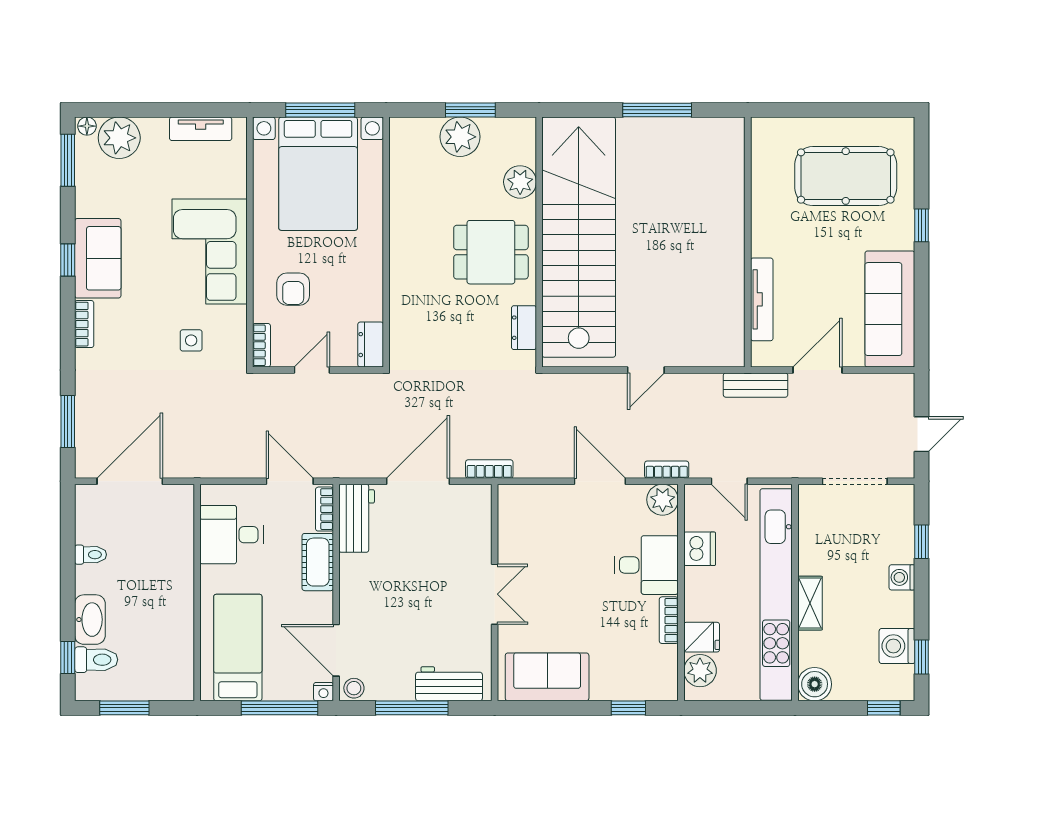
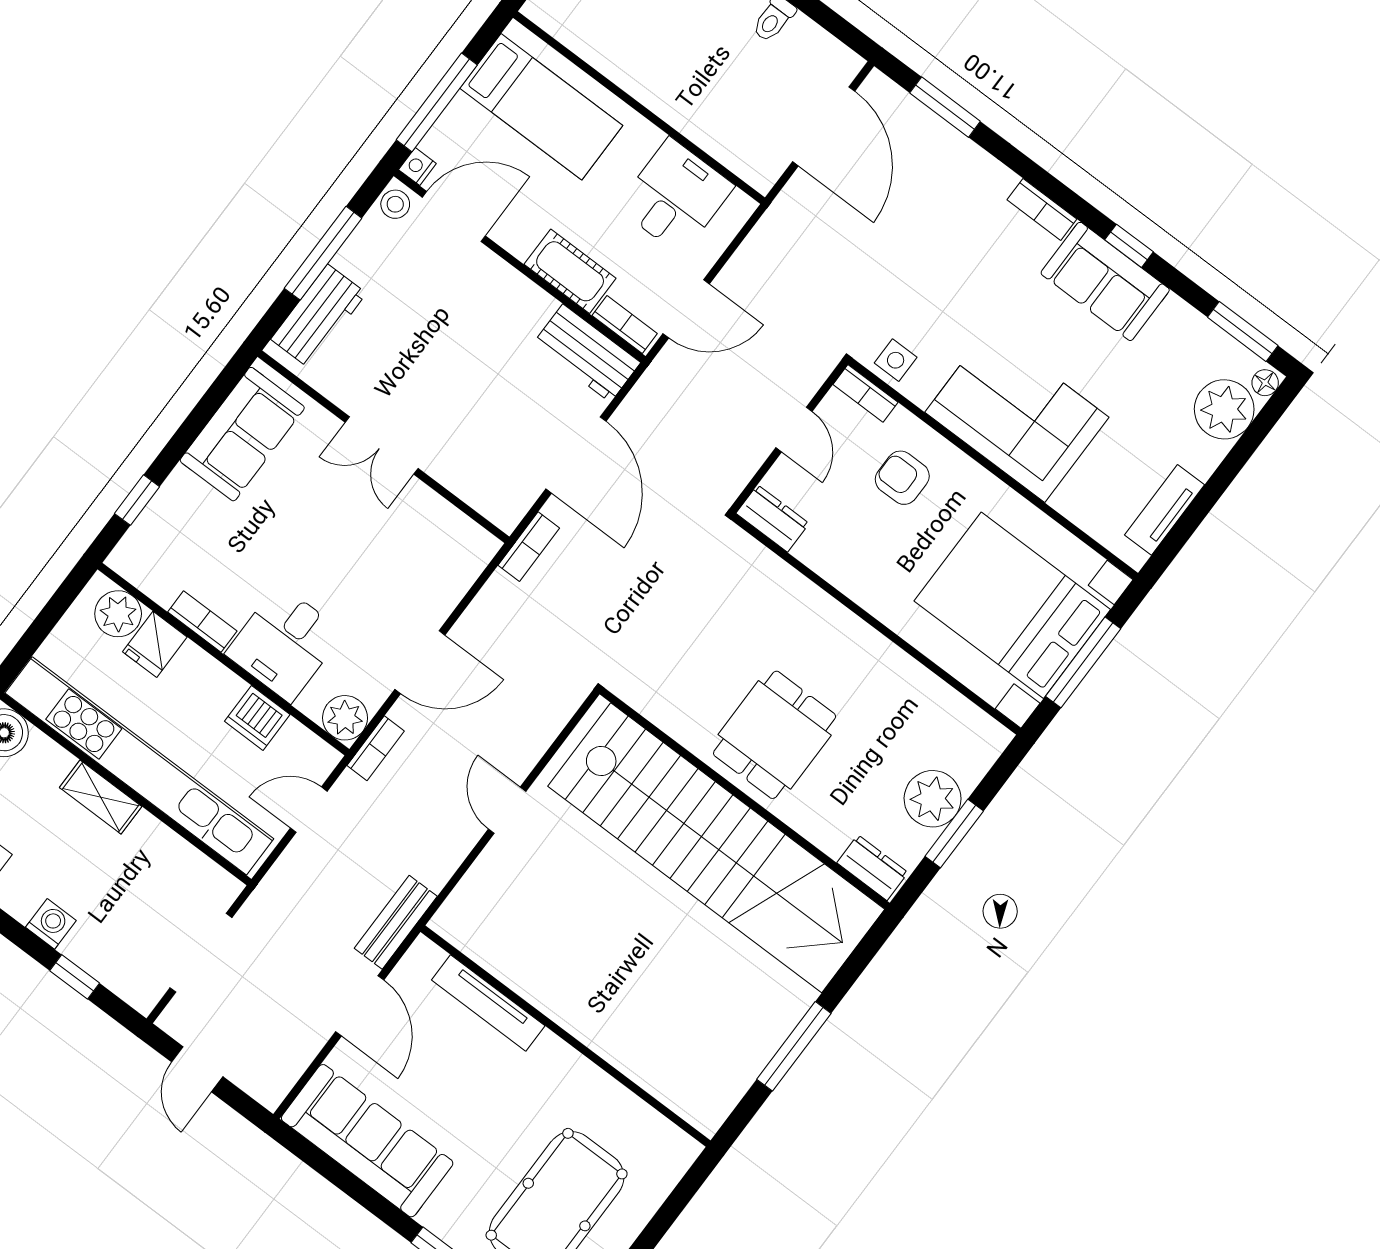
plant: (520, 182) -> (830, 828), removed
dresser: (524, 328) -> (872, 868), moved
side table: (191, 340) -> (896, 360), moved

